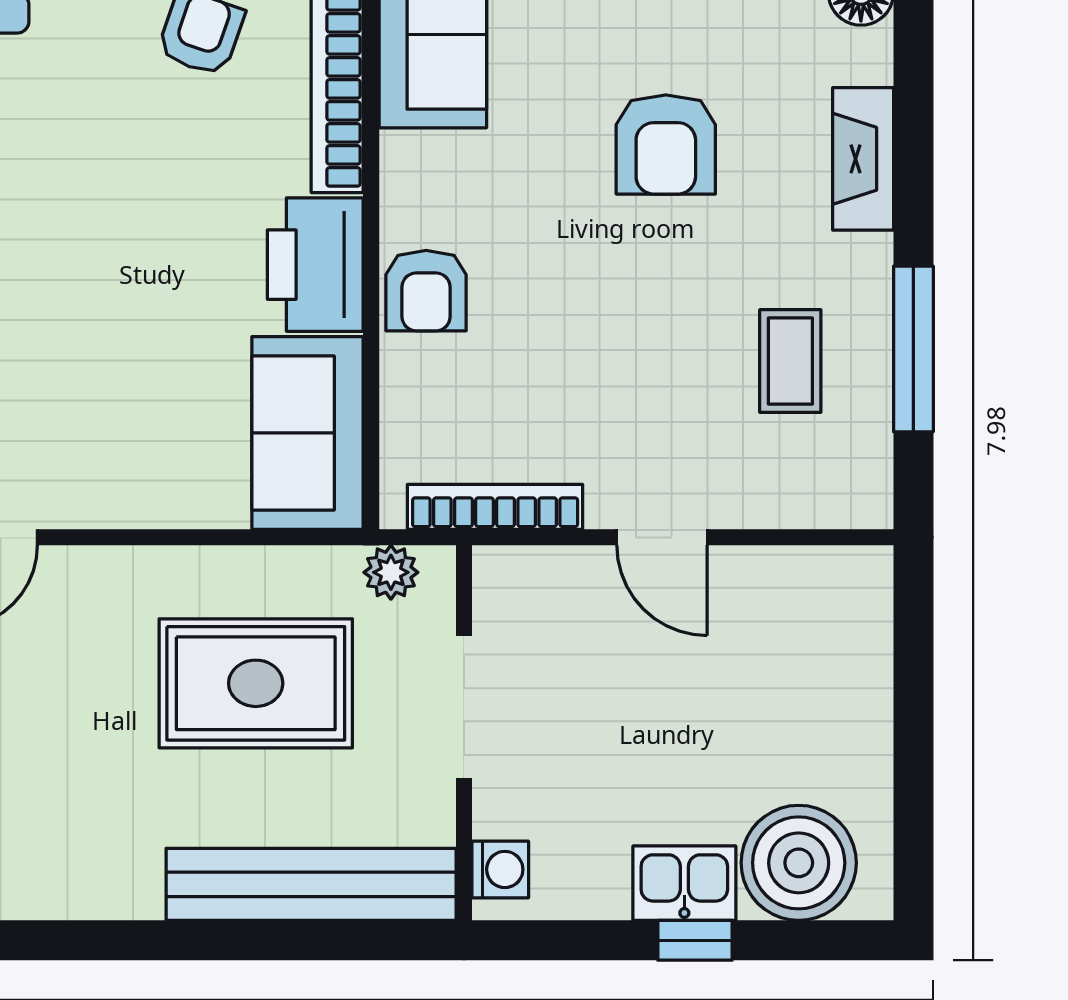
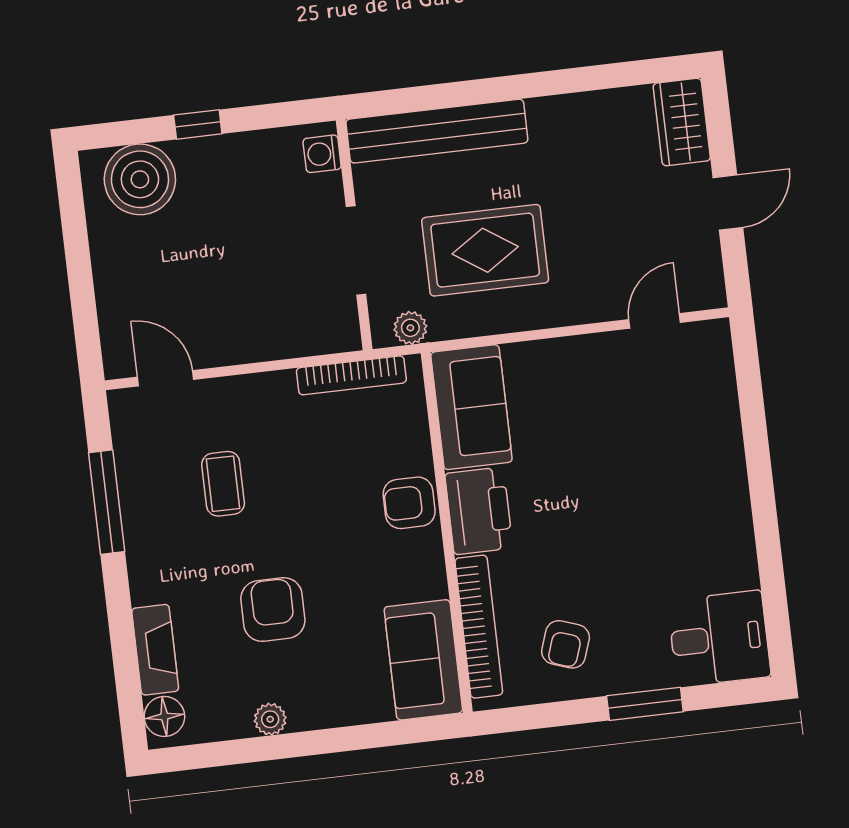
fireplace: (863, 159) -> (155, 650), moved
armchair: (426, 291) -> (409, 503), turned -90
coffee table: (790, 361) -> (223, 484), moved
door: (662, 537) -> (166, 378), moved
kitchen sink: (684, 883) -> (208, 159), removed

